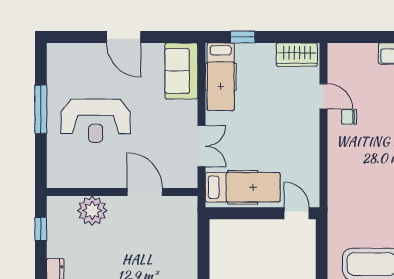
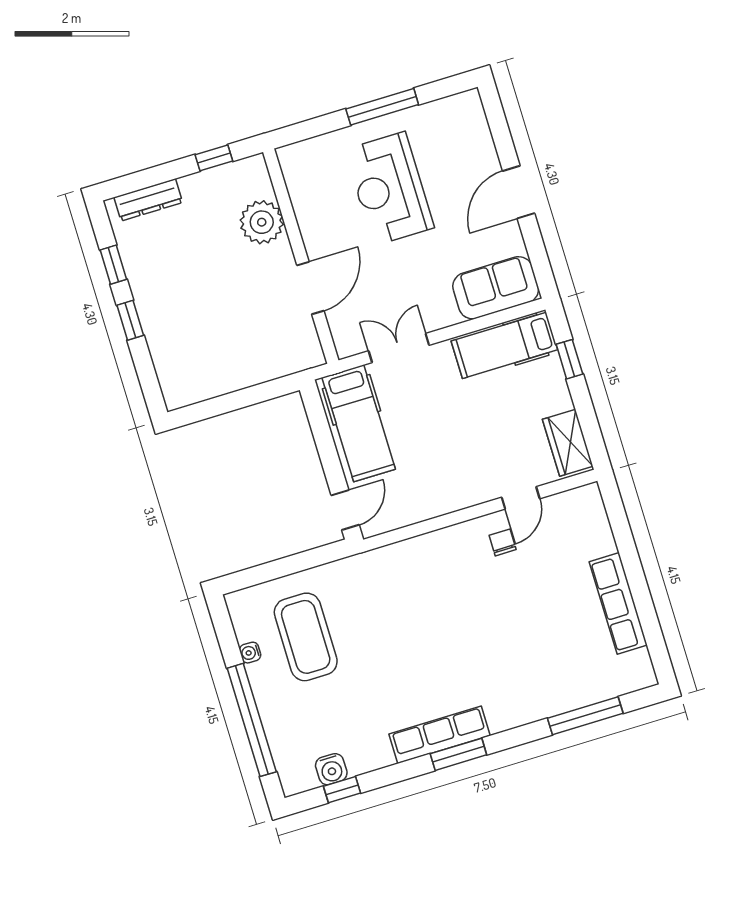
double door: (202, 146) -> (399, 348), swing flipped

